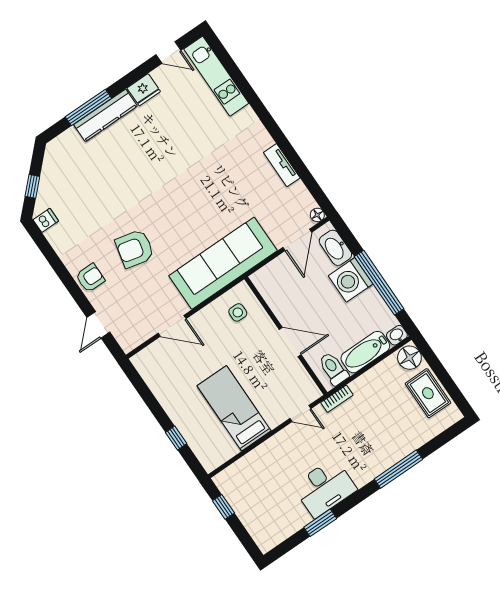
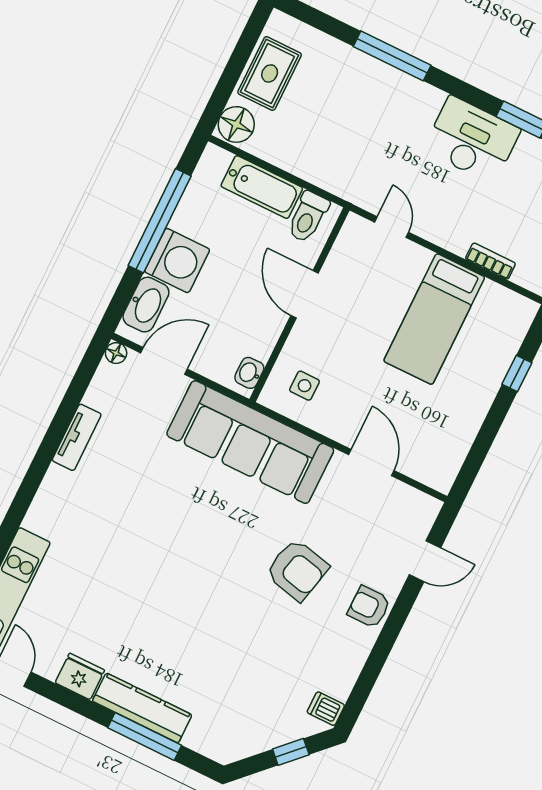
washbasin: (397, 335) -> (249, 373), moved, turned 90
bookcase: (337, 399) -> (490, 261), moved

